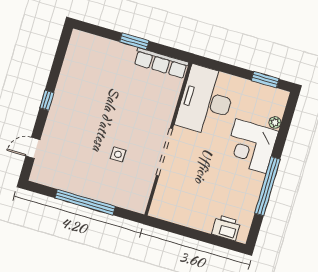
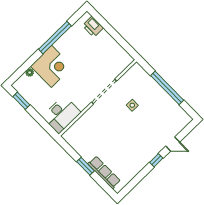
row of seats: (161, 63) -> (104, 172), moved
desk: (206, 101) -> (61, 115), width x0.73, depth x0.77
door: (33, 148) -> (173, 144), moved

